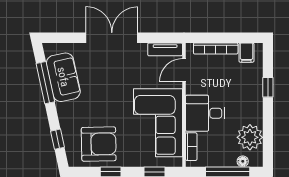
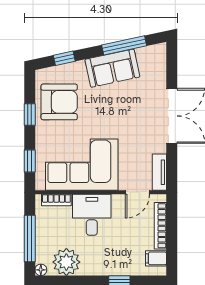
door: (184, 70) -> (137, 192), swing flipped
sofa: (63, 77) -> (112, 68), moved
armchair: (99, 144) -> (59, 102), turned -89
floor lamp: (243, 161) -> (41, 270), moved

